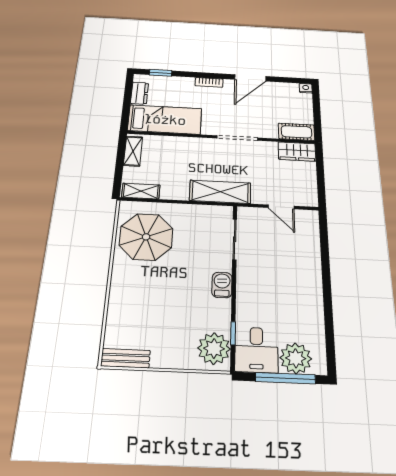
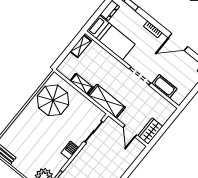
cot: (296, 132) -> (164, 86), moved
wardrobe: (297, 151) -> (150, 131), moved, turned 90
shelving: (141, 191) -> (82, 84), moved

